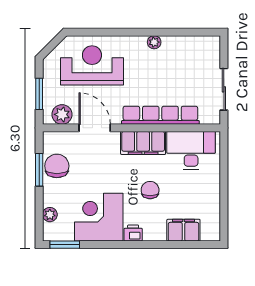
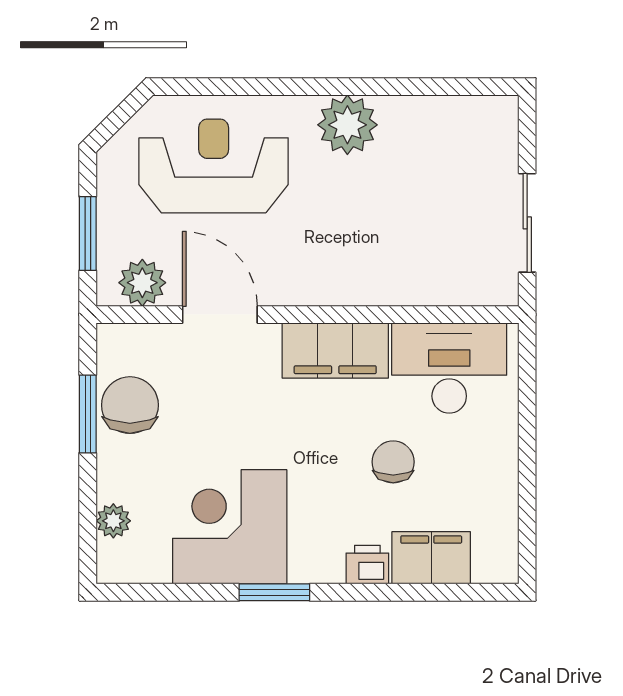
plant: (154, 42) -> (347, 125), width x1.88, depth x1.88
row of seats: (160, 115) -> (376, 284), removed
chair: (150, 190) -> (393, 462), moved
printer: (133, 233) -> (367, 565), moved
window: (65, 245) -> (274, 592), moved

